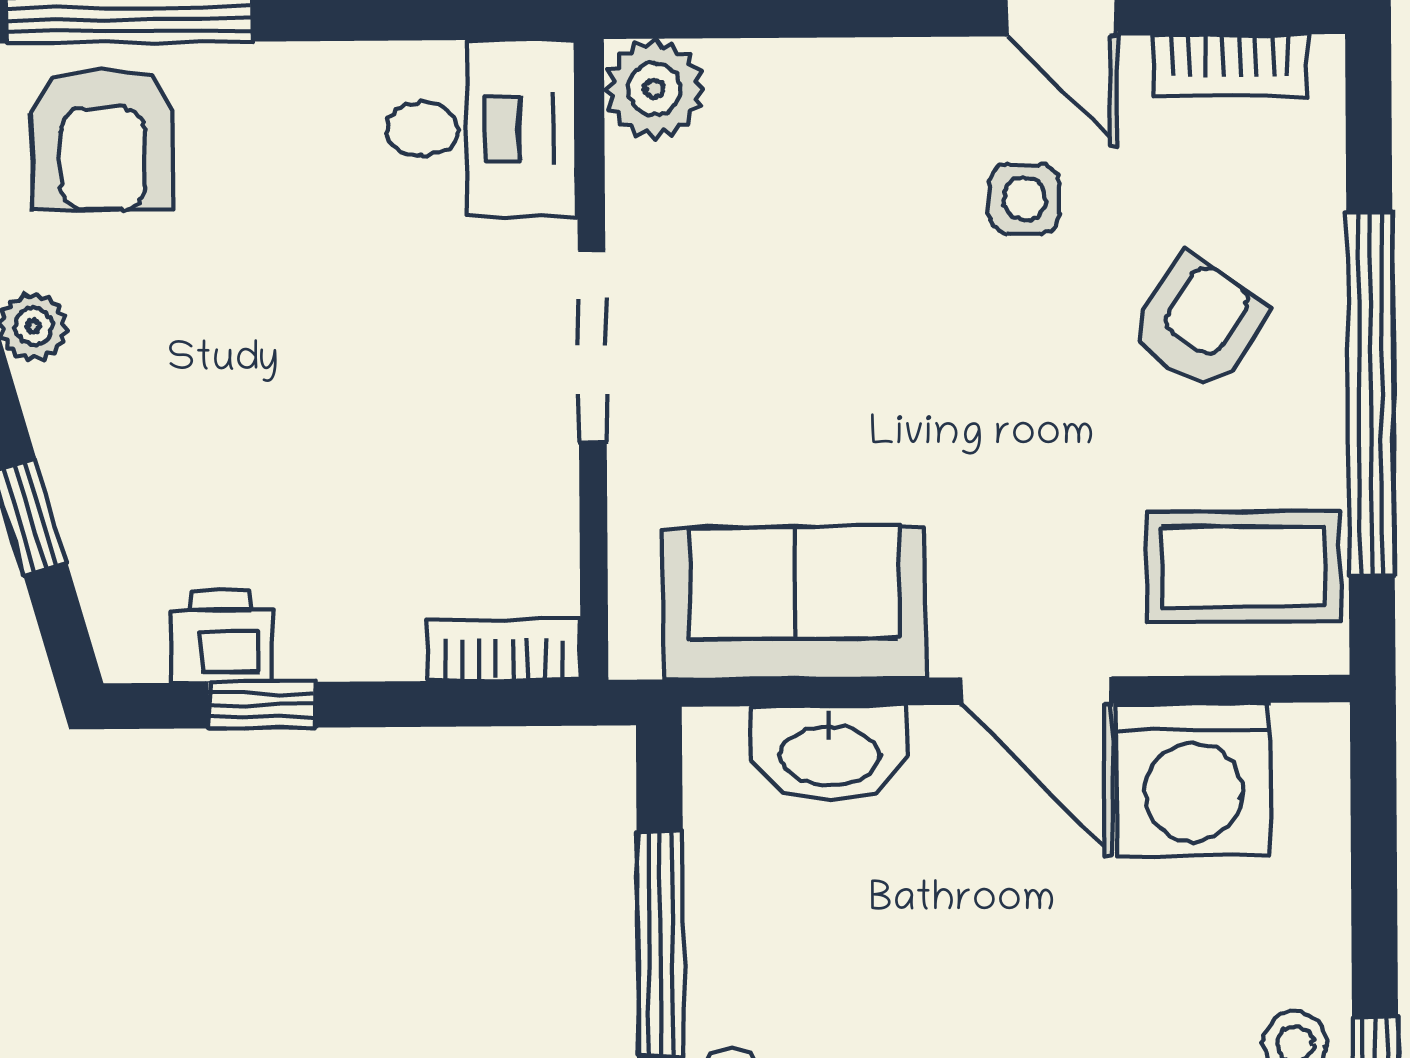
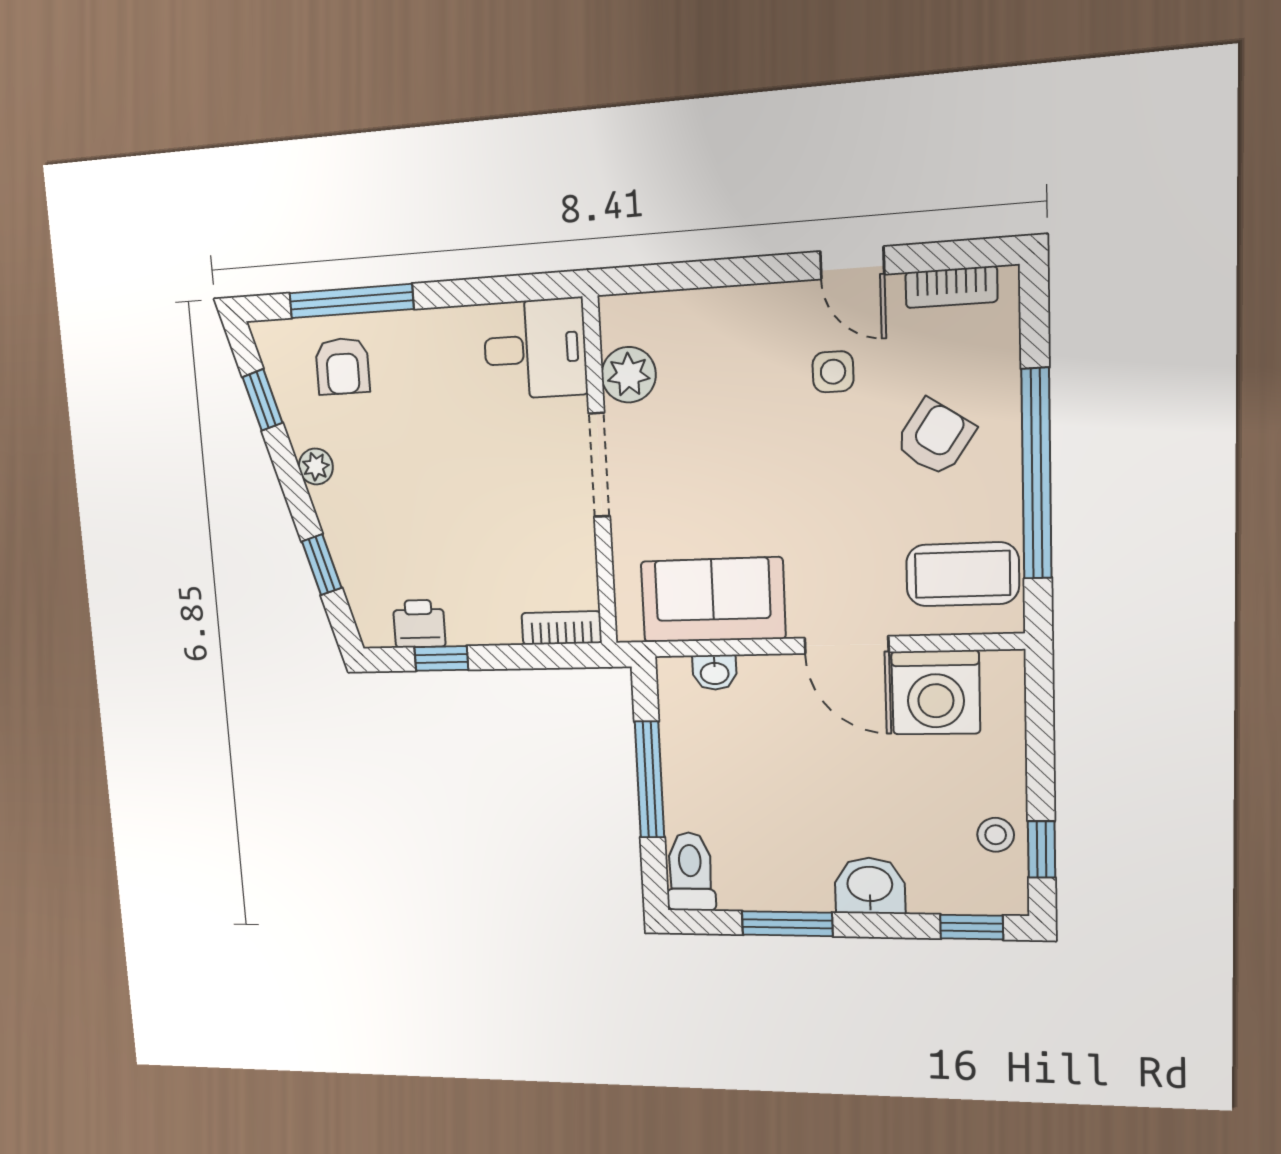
plant: (654, 89) -> (629, 375), moved
armchair: (102, 139) -> (343, 366), width x0.72, depth x0.72
washbasin: (830, 753) -> (715, 672), width x0.52, depth x0.69

